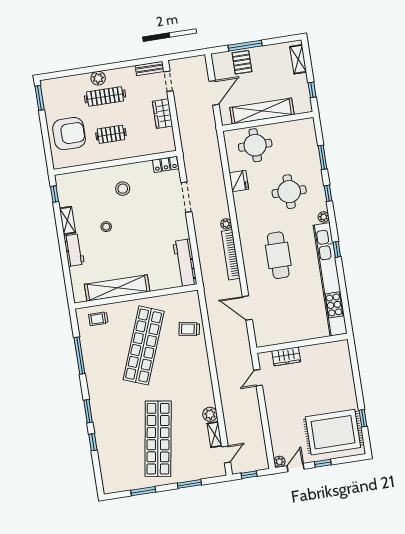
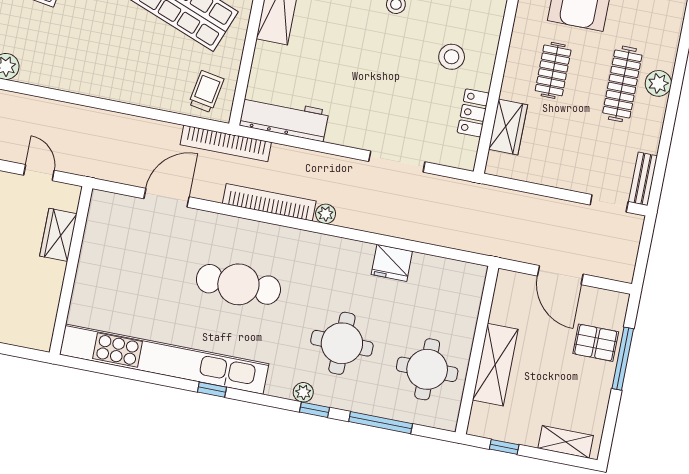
shelving: (262, 111) -> (495, 365), width x0.68
wardrobe: (162, 114) -> (508, 127), moved, turned 90
round table: (255, 145) -> (427, 369), moved
window: (323, 157) -> (381, 423), width x1.44
locker: (165, 164) -> (473, 113), moved
plant: (324, 217) -> (303, 392), moved
bookcase: (209, 288) -> (226, 143), added
trolley: (189, 329) -> (206, 92), moved

